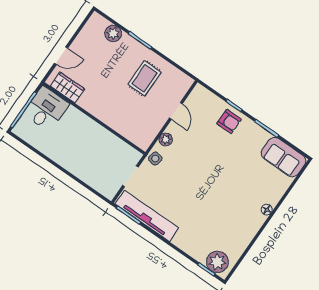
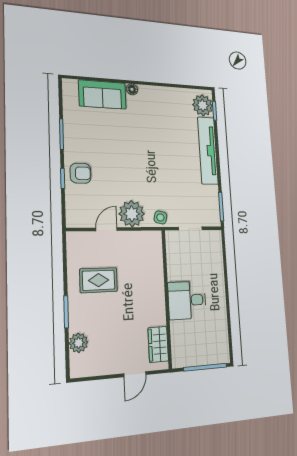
door: (61, 56) -> (135, 374), swing flipped
desk: (46, 109) -> (187, 300), moved
armchair: (229, 121) -> (80, 173), turned 90
plant: (166, 140) -> (132, 214), width x1.88, depth x1.88
sofa: (283, 157) -> (102, 94), moved, turned 90
tv unit: (147, 216) -> (208, 151), moved

